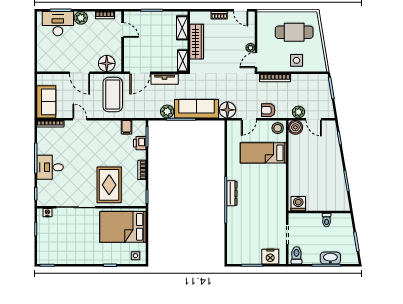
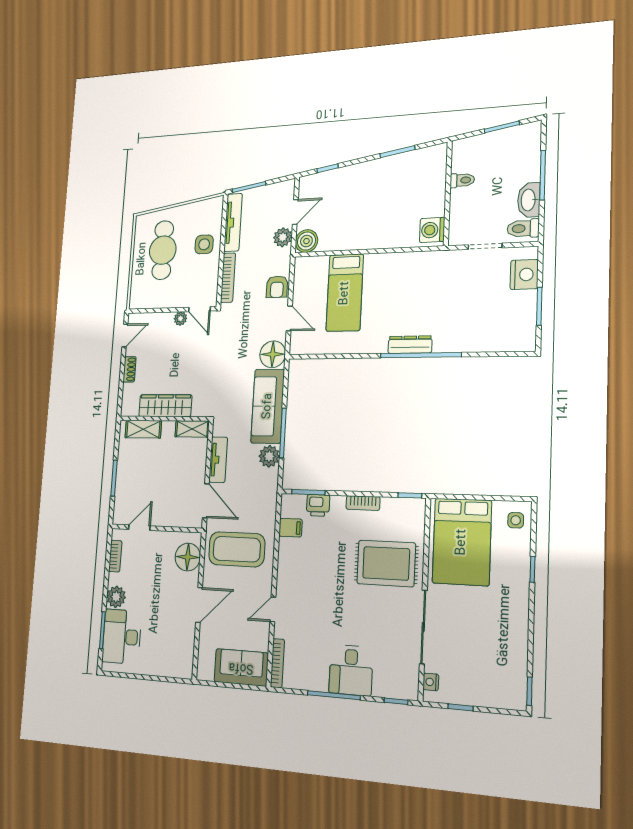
tv unit: (309, 79) -> (233, 222), added
stool: (278, 128) -> (306, 270), removed
washbasin: (330, 258) -> (529, 200), moved

